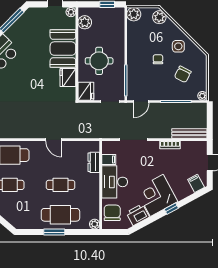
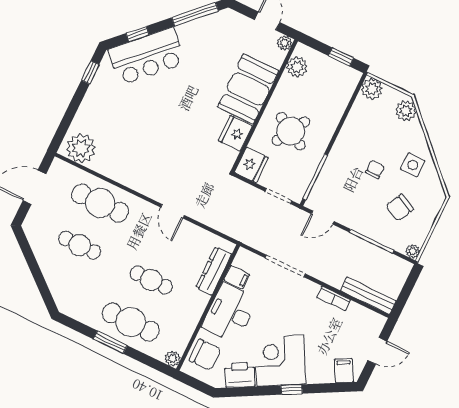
round table: (99, 61) -> (291, 131), turned 30
dresser: (94, 162) -> (214, 271), width x1.44
chair: (112, 213) -> (205, 355), turned 90

